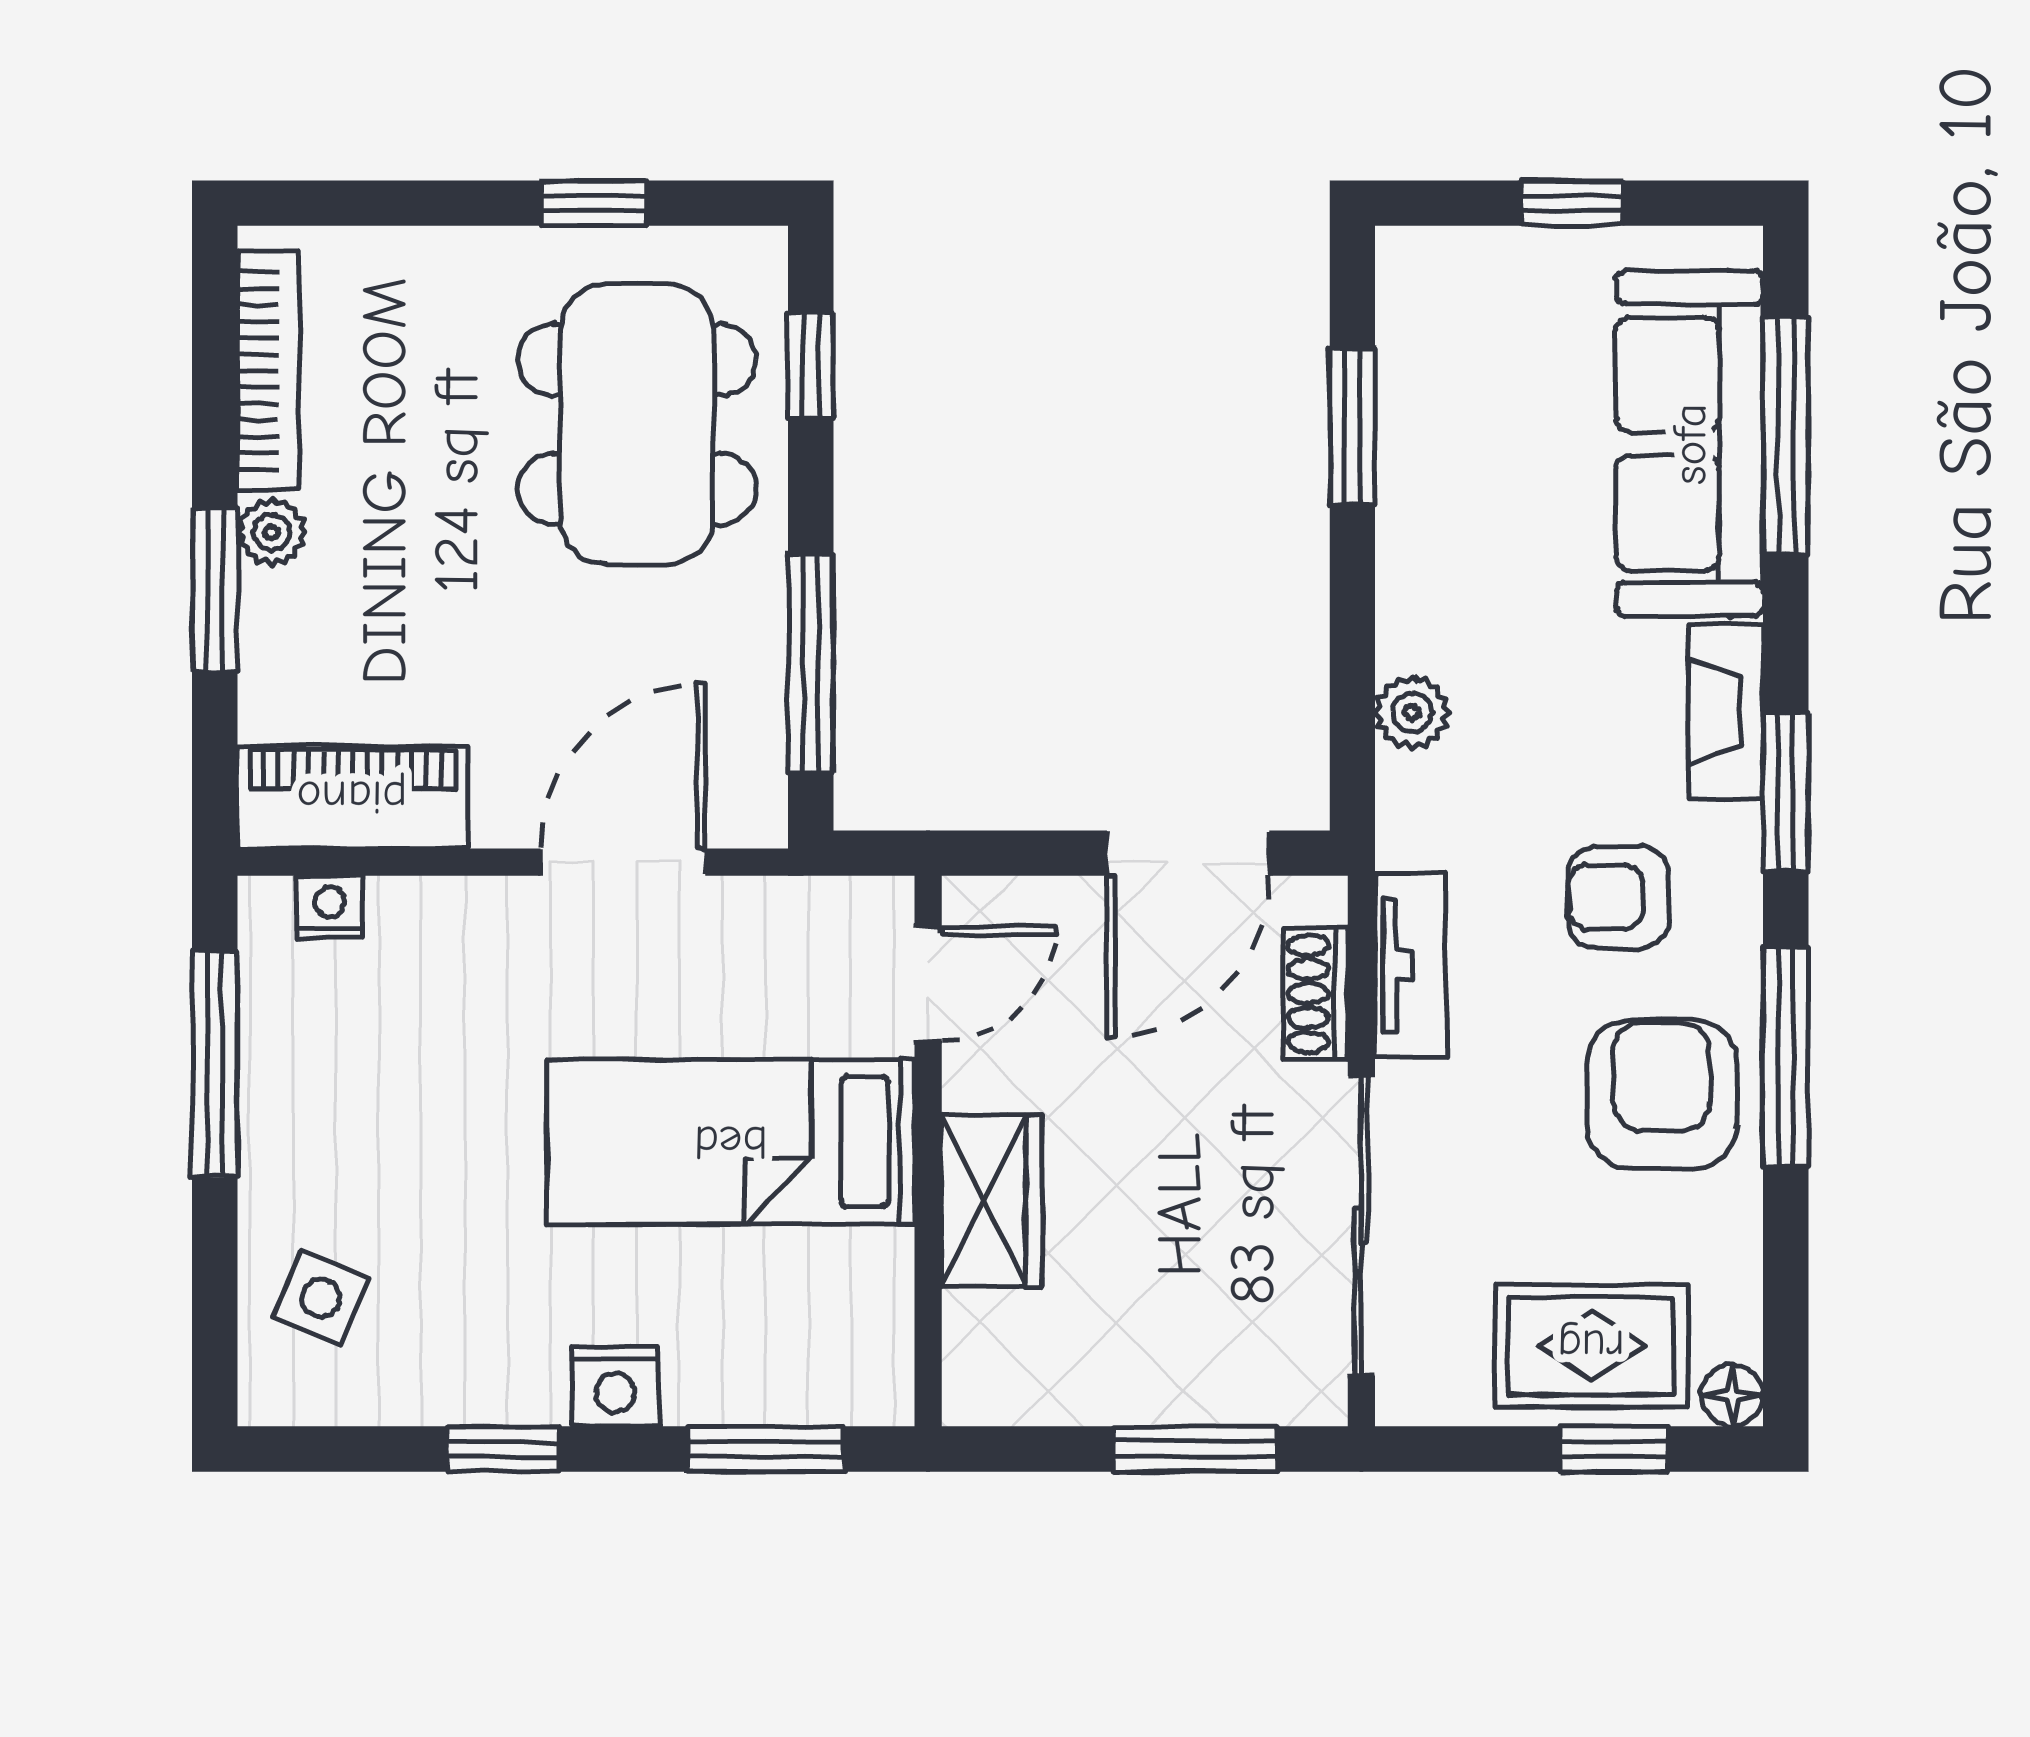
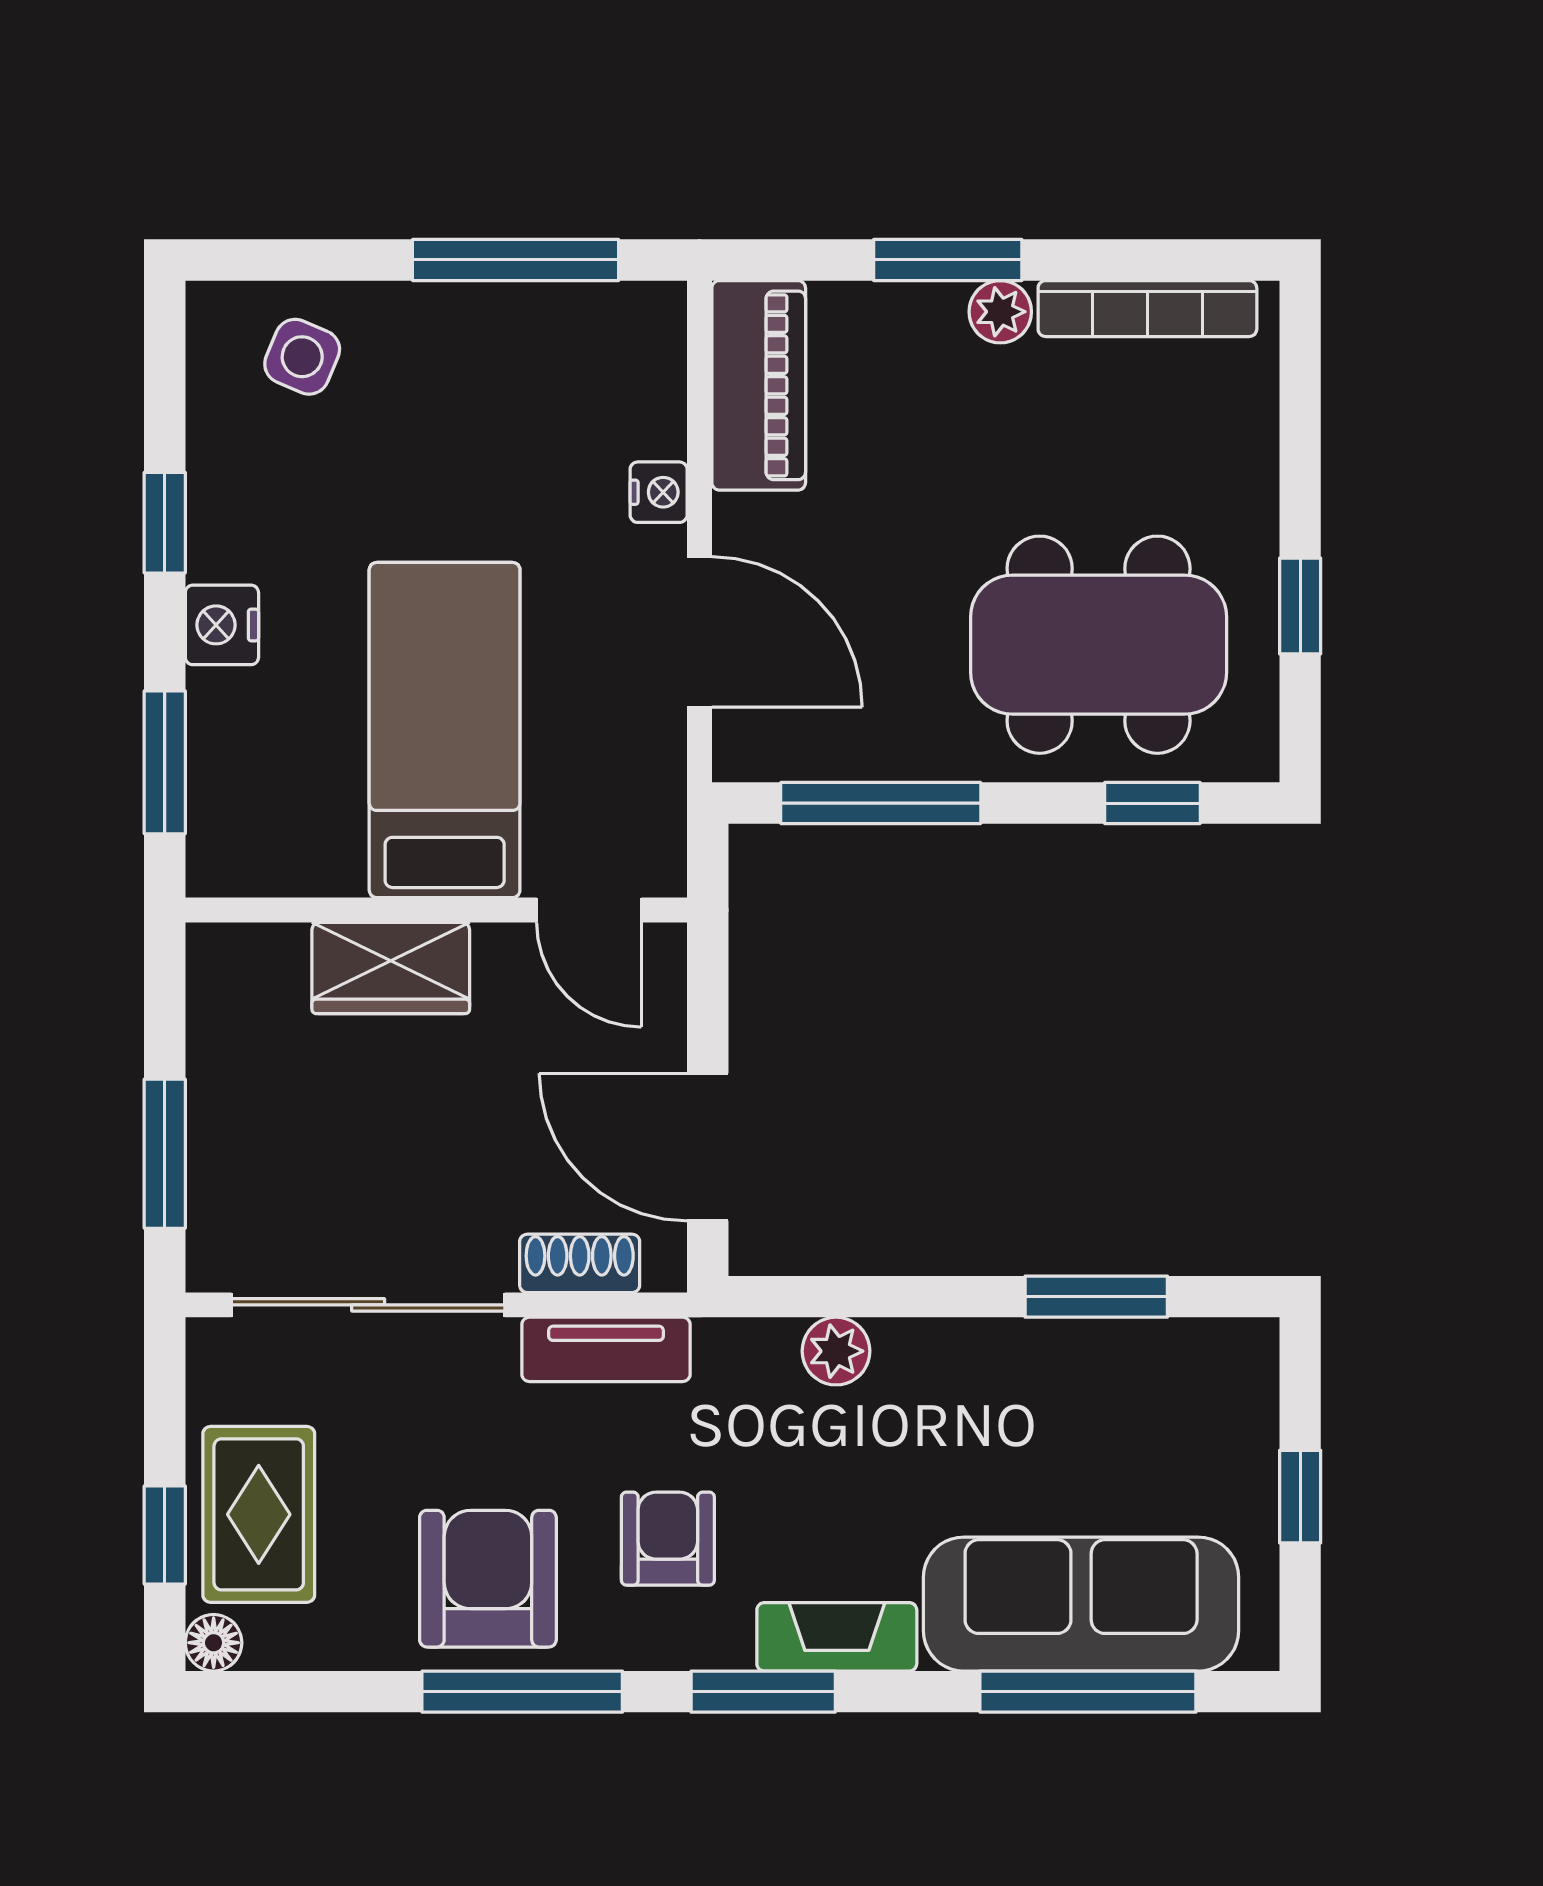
nightstand: (330, 907) -> (659, 492), moved
armchair: (1662, 1094) -> (488, 1579), turned -90

